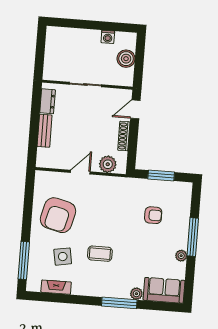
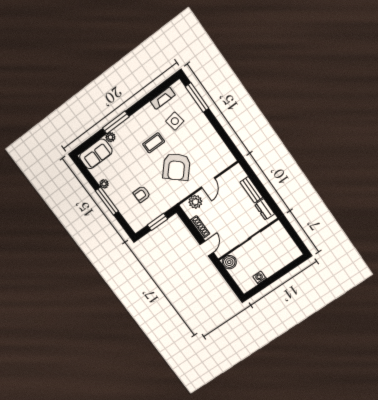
boiler: (126, 59) -> (229, 262), moved
armchair: (58, 215) -> (177, 167), moved, turned -152

